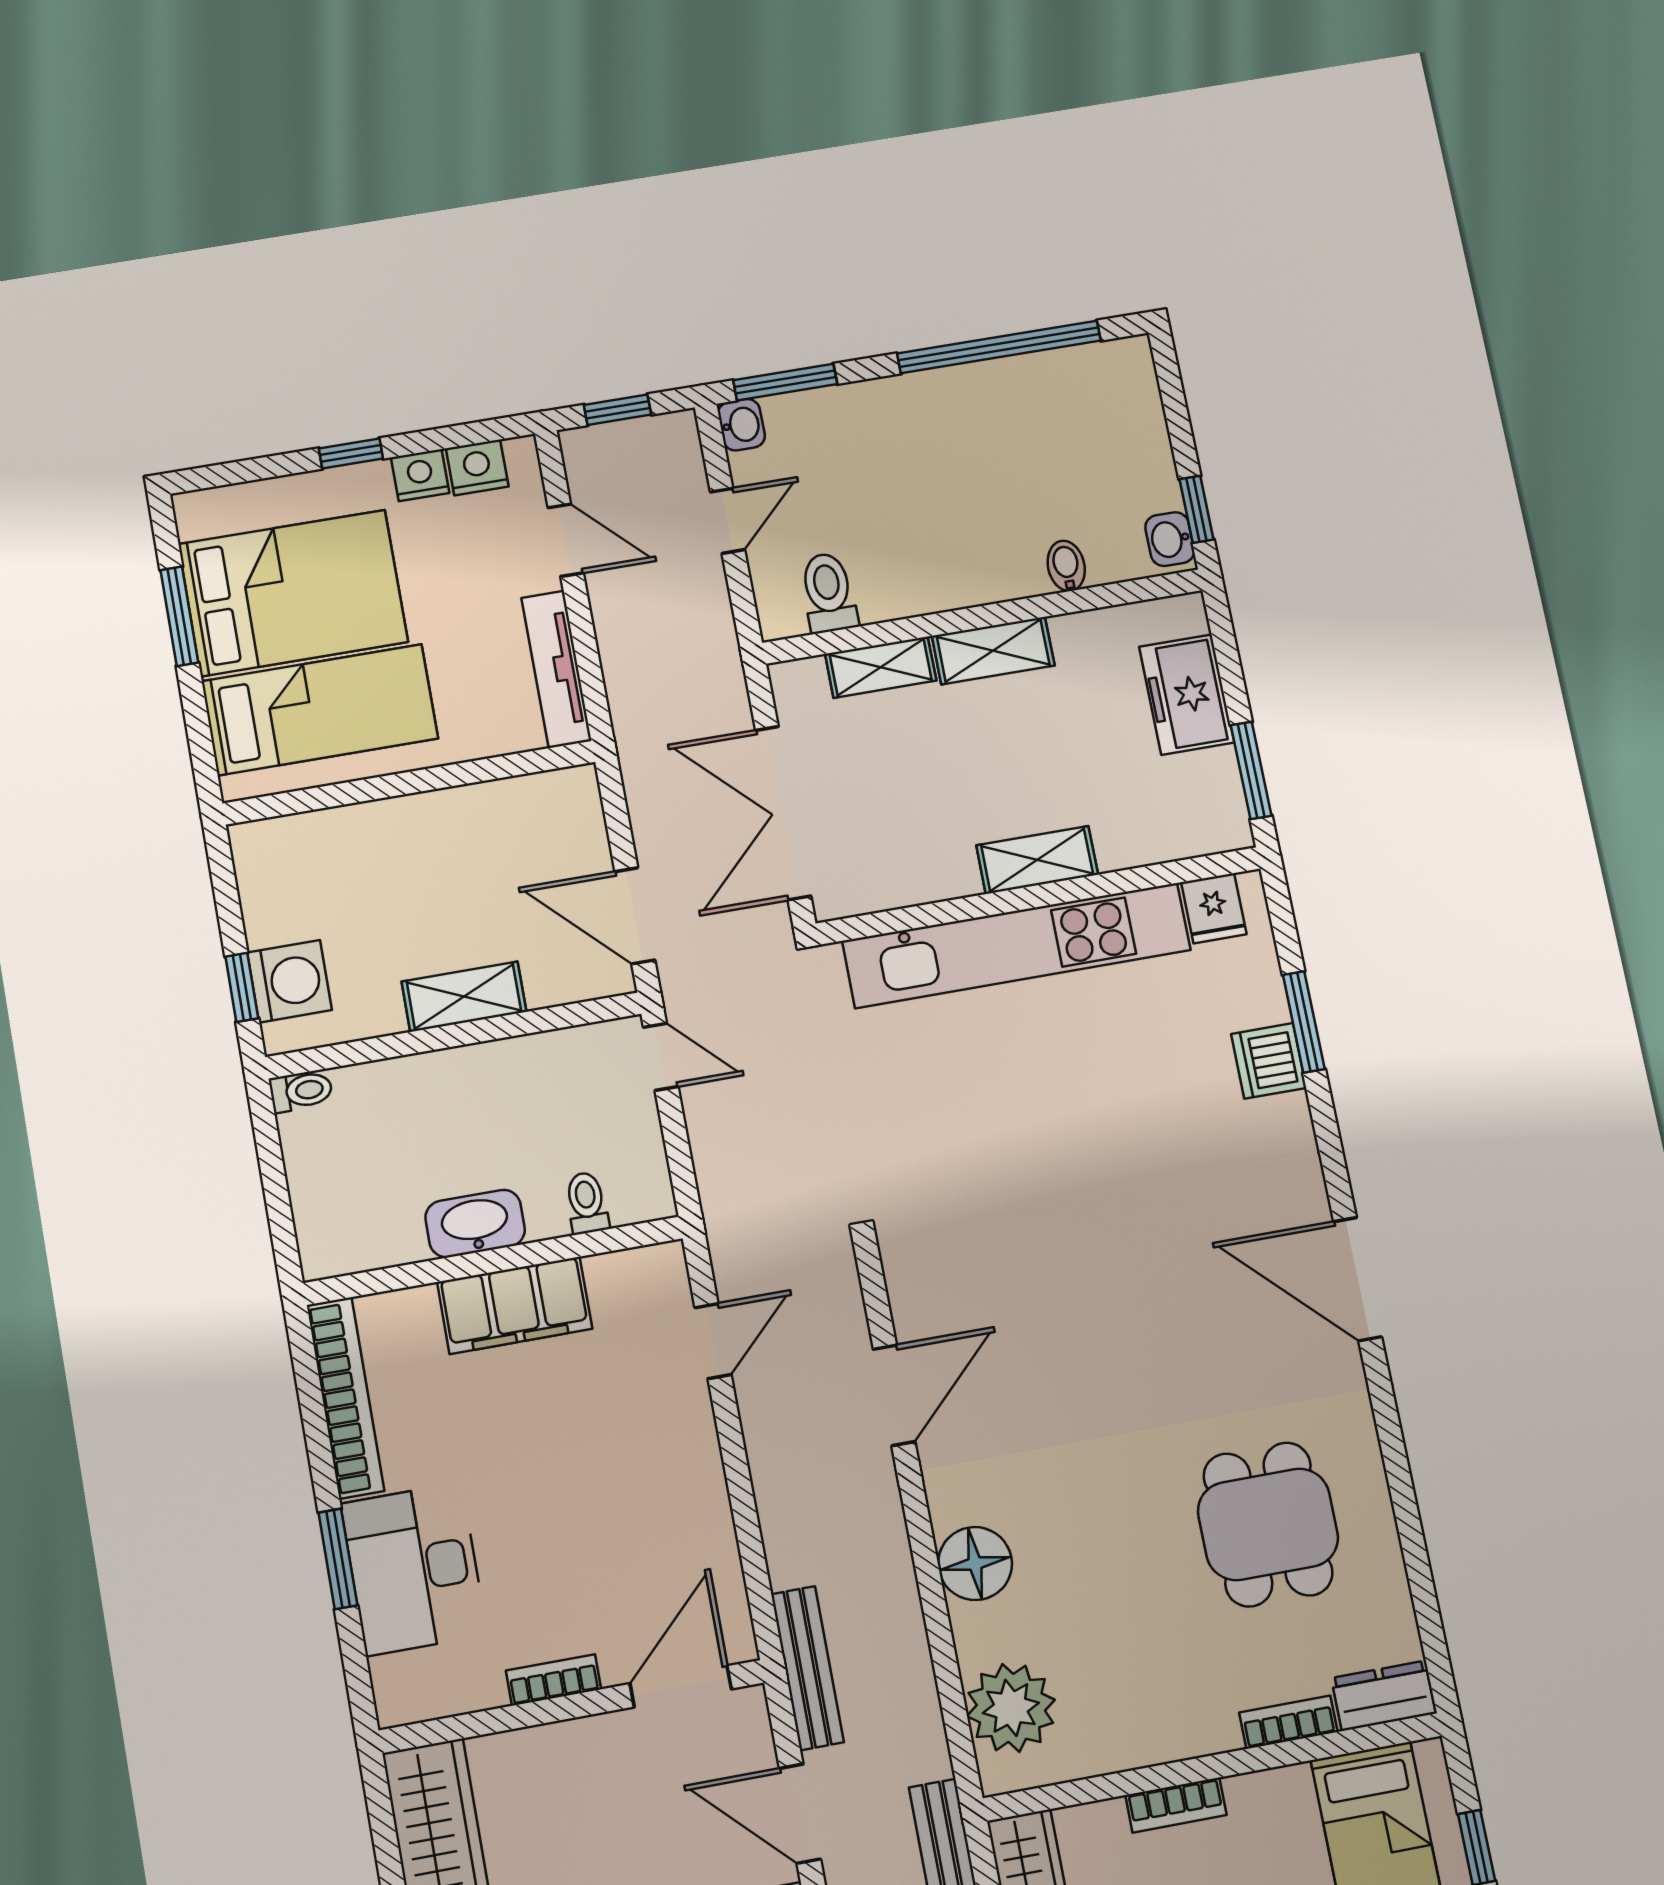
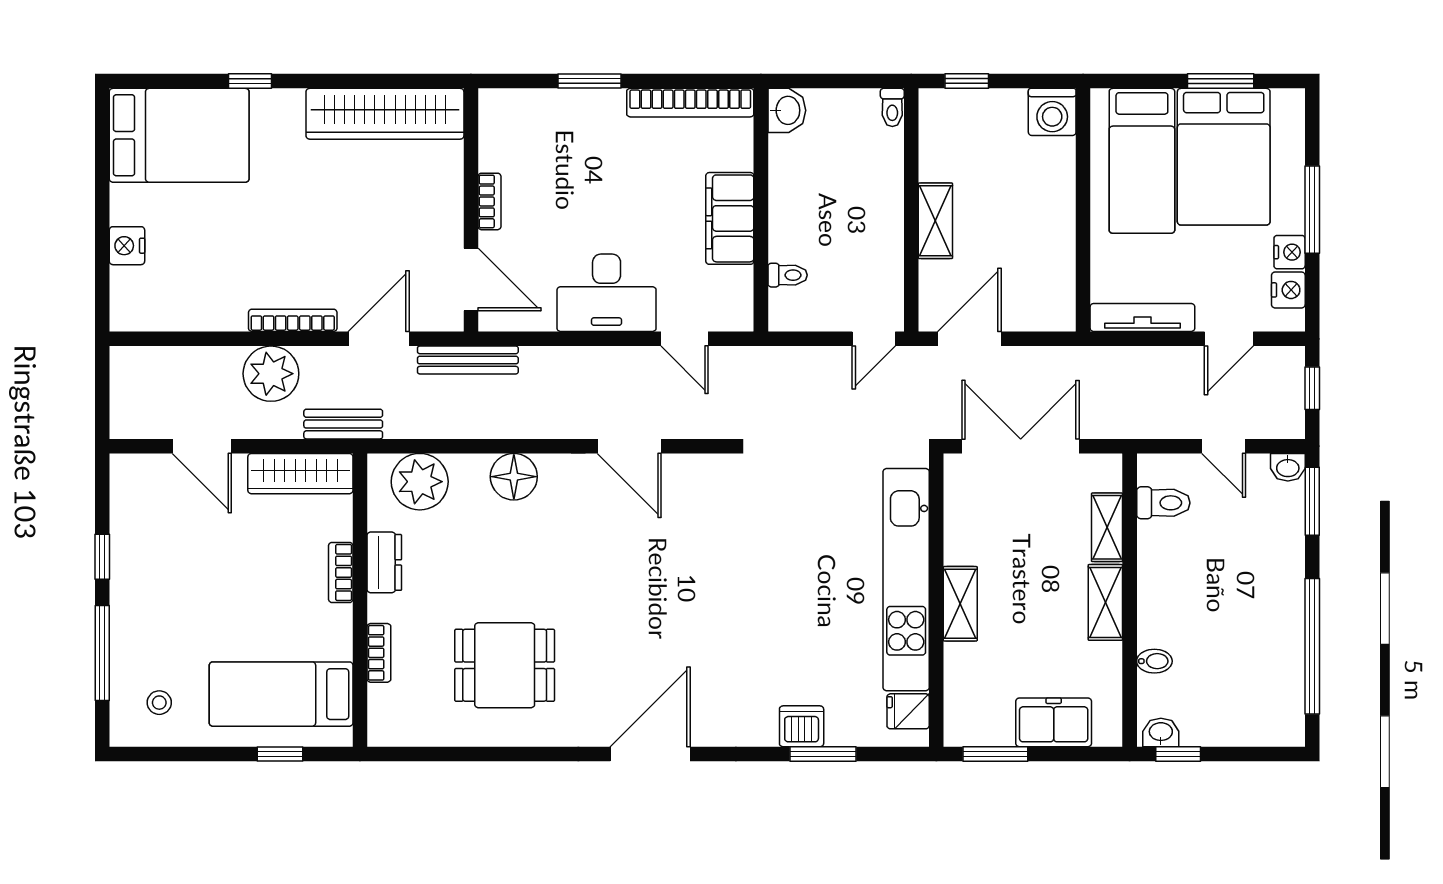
window: (351, 453) -> (1312, 210), width x2.17
washing machine: (290, 981) -> (1052, 112), moved
washbasin: (475, 1224) -> (787, 110), moved, width x0.72
desk: (414, 1569) -> (607, 293), moved, turned 180
dresser: (1383, 1696) -> (384, 562), moved

